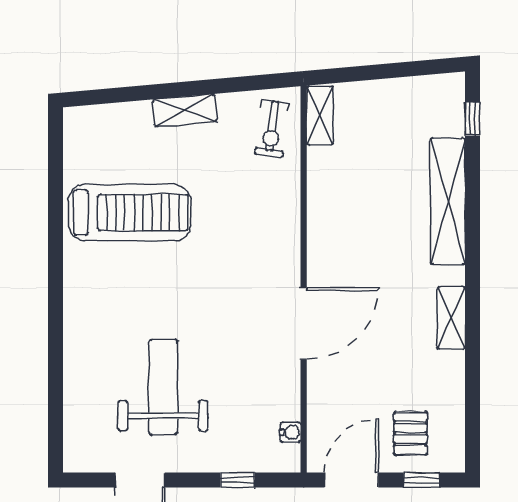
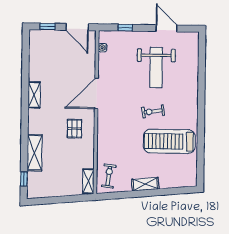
shelving: (448, 201) -> (35, 153), width x0.68
exercise bike: (169, 283) -> (153, 111), added
pallet: (410, 433) -> (74, 129), moved
door: (351, 480) -> (77, 27), hinge flipped

